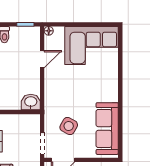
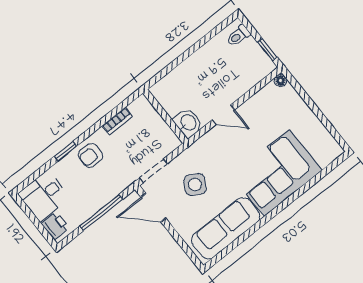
corner sofa: (91, 45) -> (277, 173), moved, turned 90
door: (42, 59) -> (223, 115), moved

